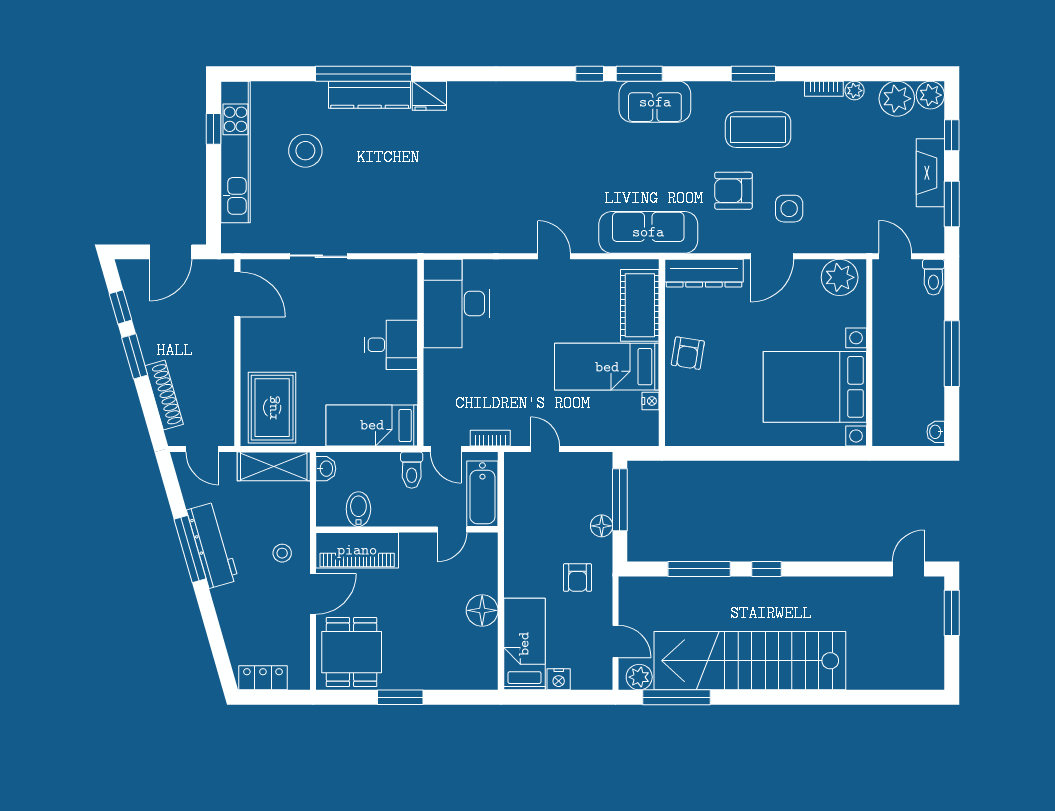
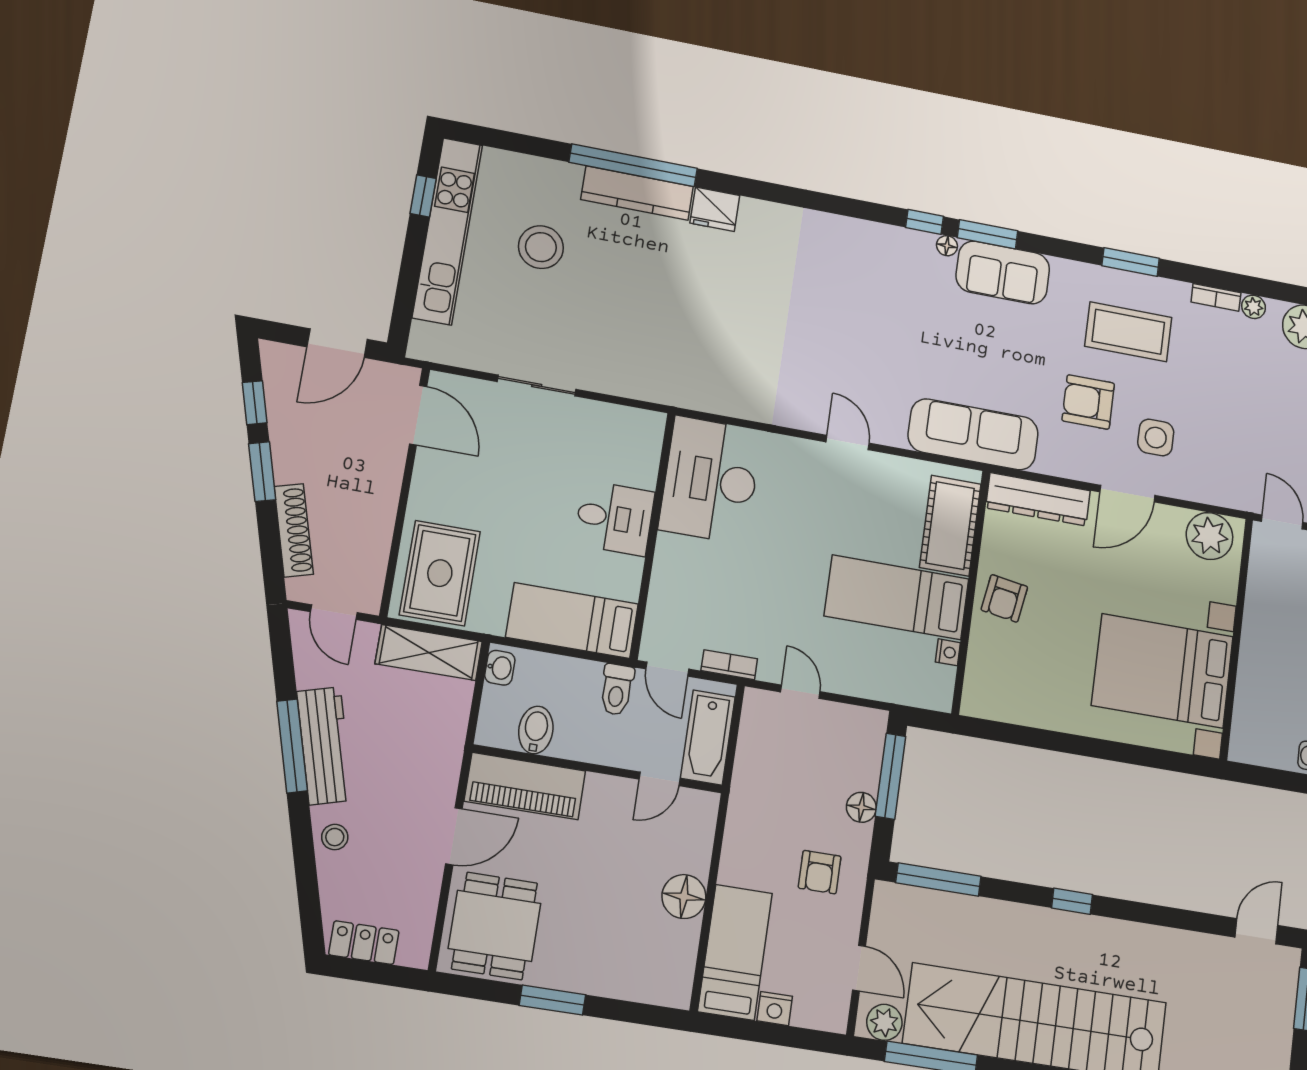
floor lamp: (609, 89) -> (947, 246), added
stool: (282, 553) -> (335, 837), moved
window: (699, 569) -> (938, 880), moved

